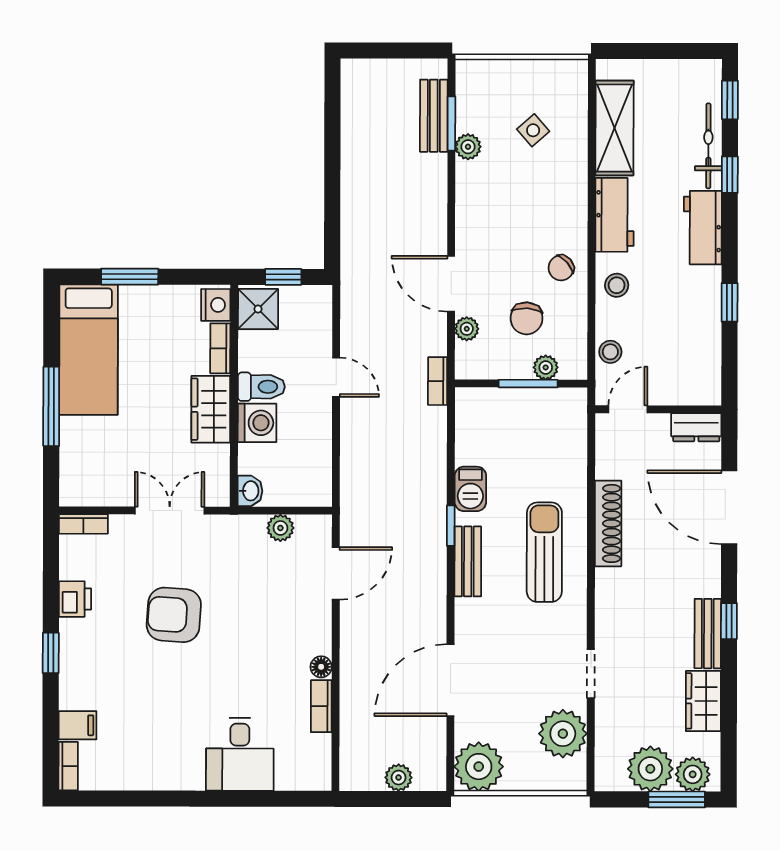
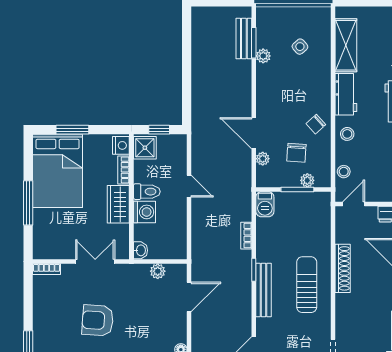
bed: (89, 350) -> (58, 171), width x1.50
bookcase: (438, 381) -> (246, 236), moved
barbecue: (470, 489) -> (265, 204), moved
bench: (468, 561) -> (264, 290), width x1.36
printer: (75, 599) -> (42, 312), removed

